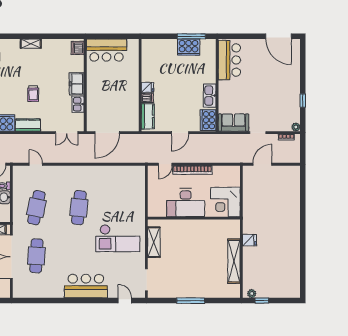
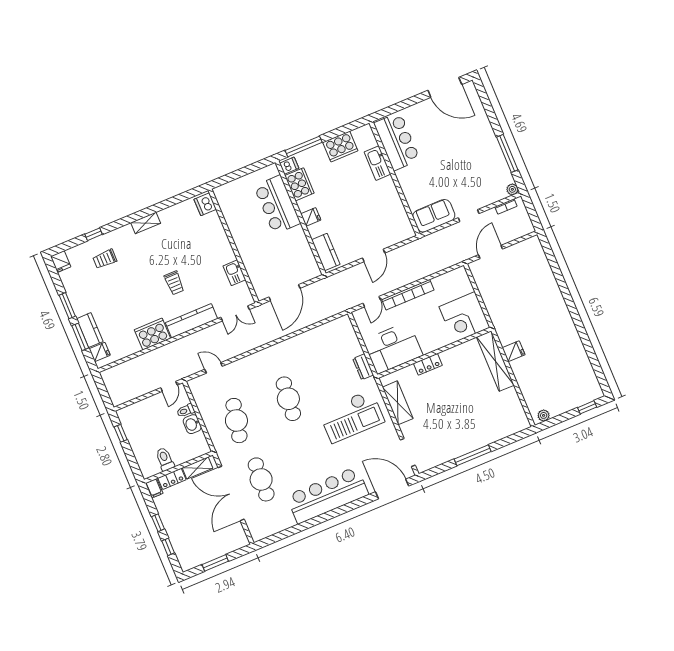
window: (191, 36) -> (304, 146), moved
bar counter: (107, 50) -> (277, 205), moved, turned 90
freezer: (77, 84) -> (222, 249), removed
kitchen sink: (210, 96) -> (378, 163), moved
dishwasher: (147, 98) -> (289, 166), moved
window: (303, 101) -> (507, 153), width x2.17
cooker: (208, 120) -> (299, 184), moved, turned 180
kitchen counter: (28, 125) -> (192, 321), width x1.50
desk: (186, 203) -> (393, 348), moved
dresser: (140, 207) -> (363, 367), added
locker: (186, 224) -> (428, 364), added
shelving: (234, 261) -> (495, 361), moved
bar counter: (86, 286) -> (328, 495), width x1.36
door: (125, 301) -> (392, 489), width x1.87
window: (262, 301) -> (587, 407), moved

